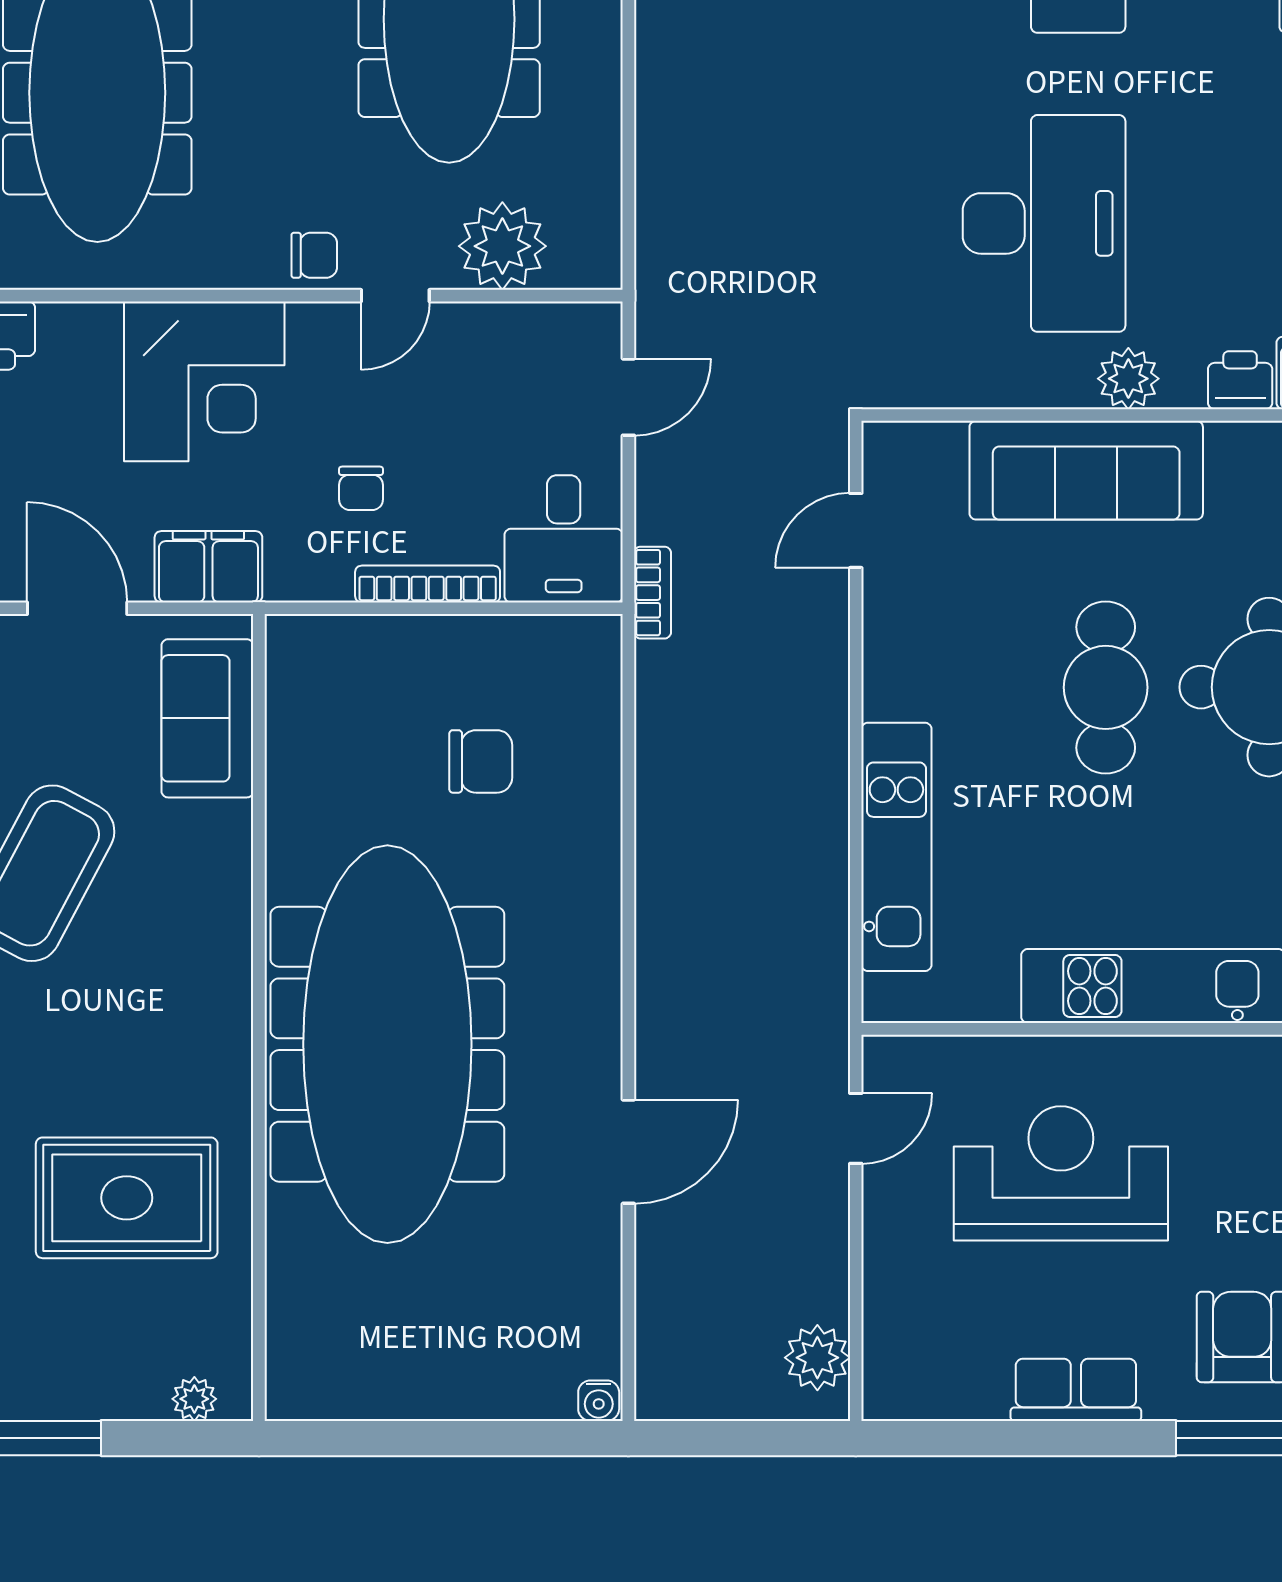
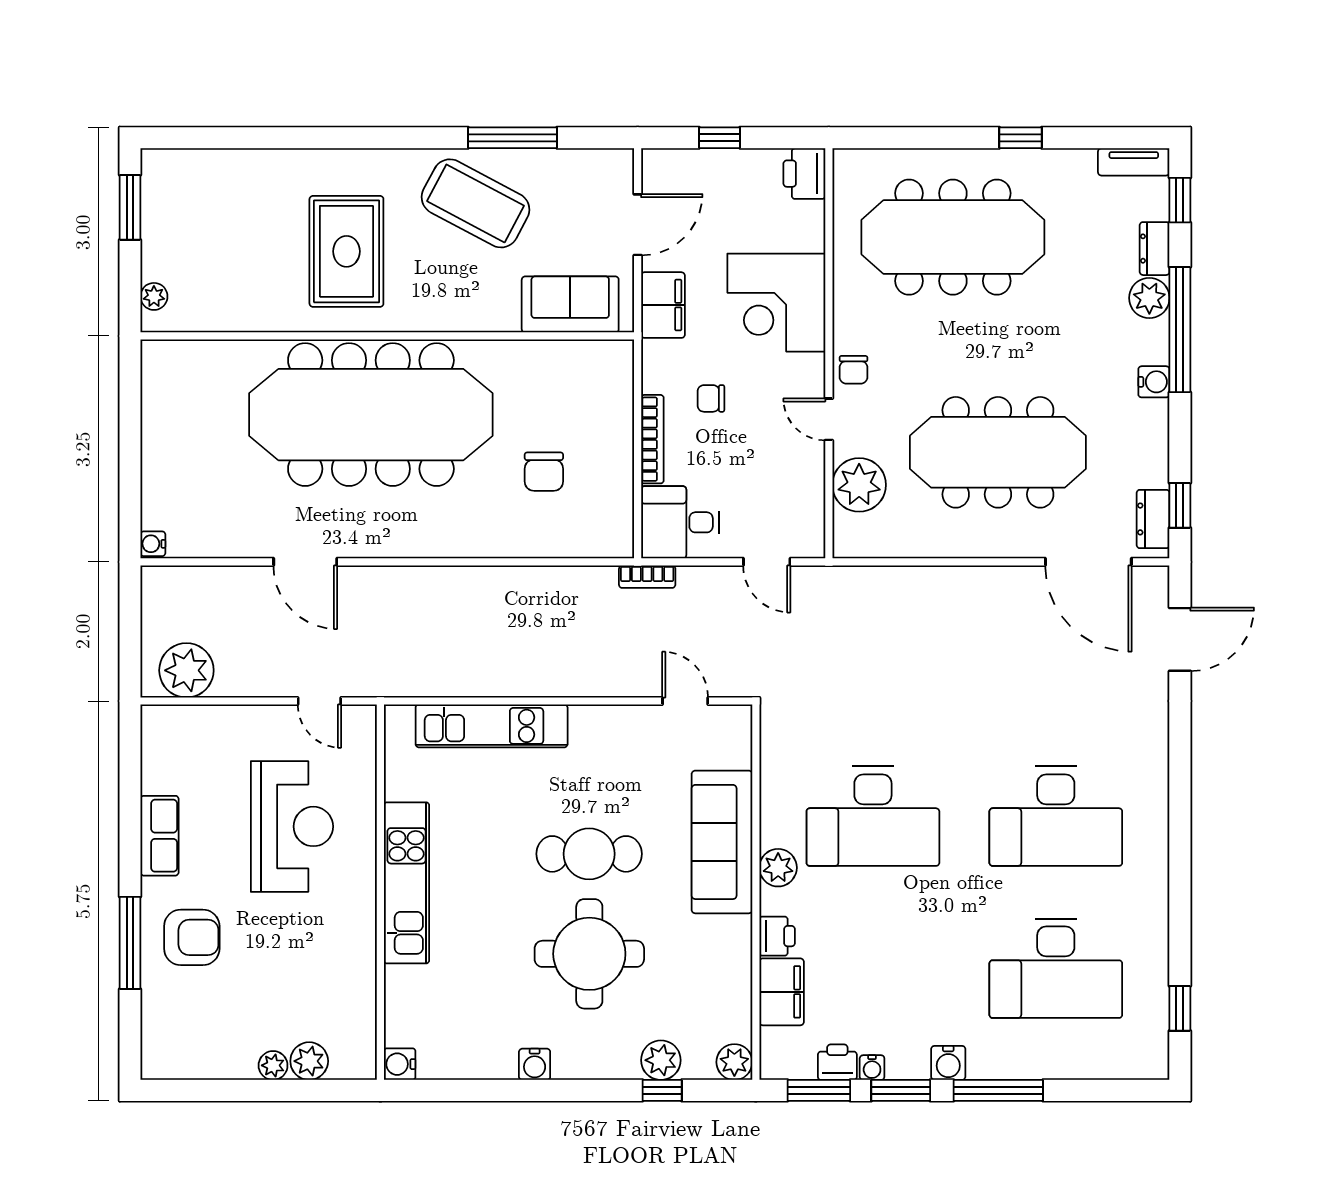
rug: (127, 1198) -> (346, 251), moved
plant: (817, 1358) -> (186, 670), width x1.36, depth x1.36

